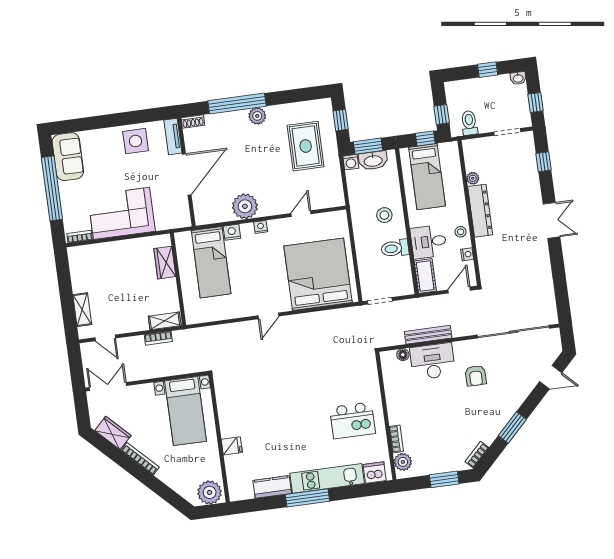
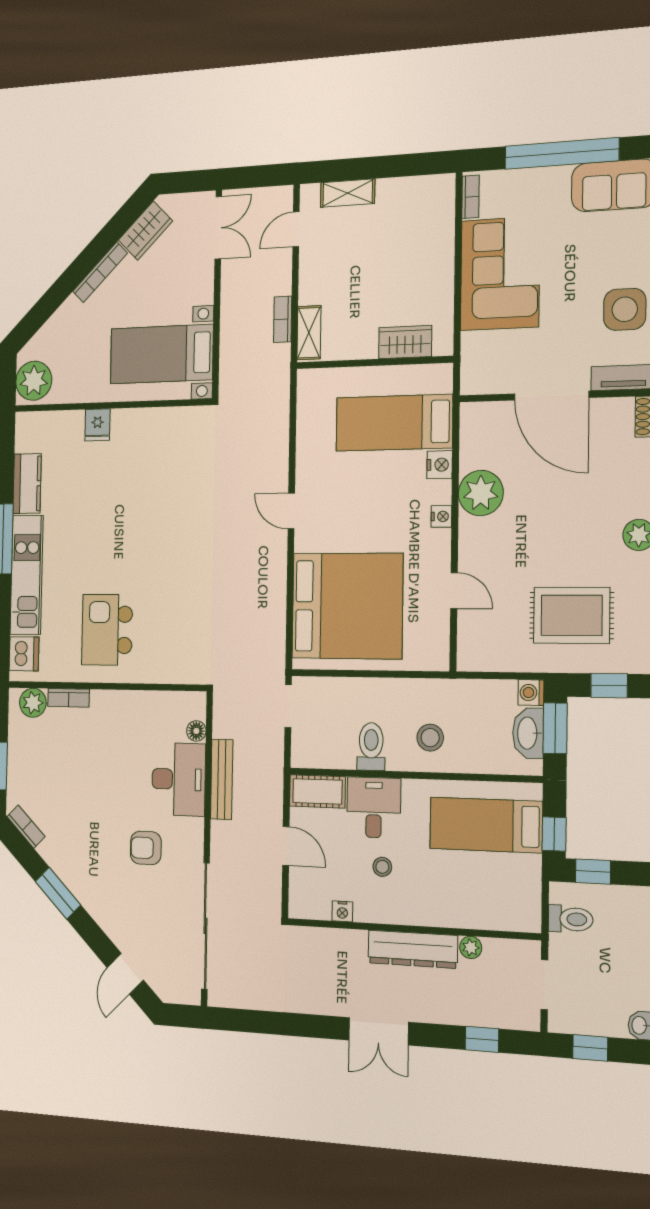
plant: (473, 178) -> (471, 947), moved
dresser: (480, 211) -> (413, 949), moved
wall: (469, 213) -> (412, 929), moved
nightstand: (467, 254) -> (342, 911), moved

